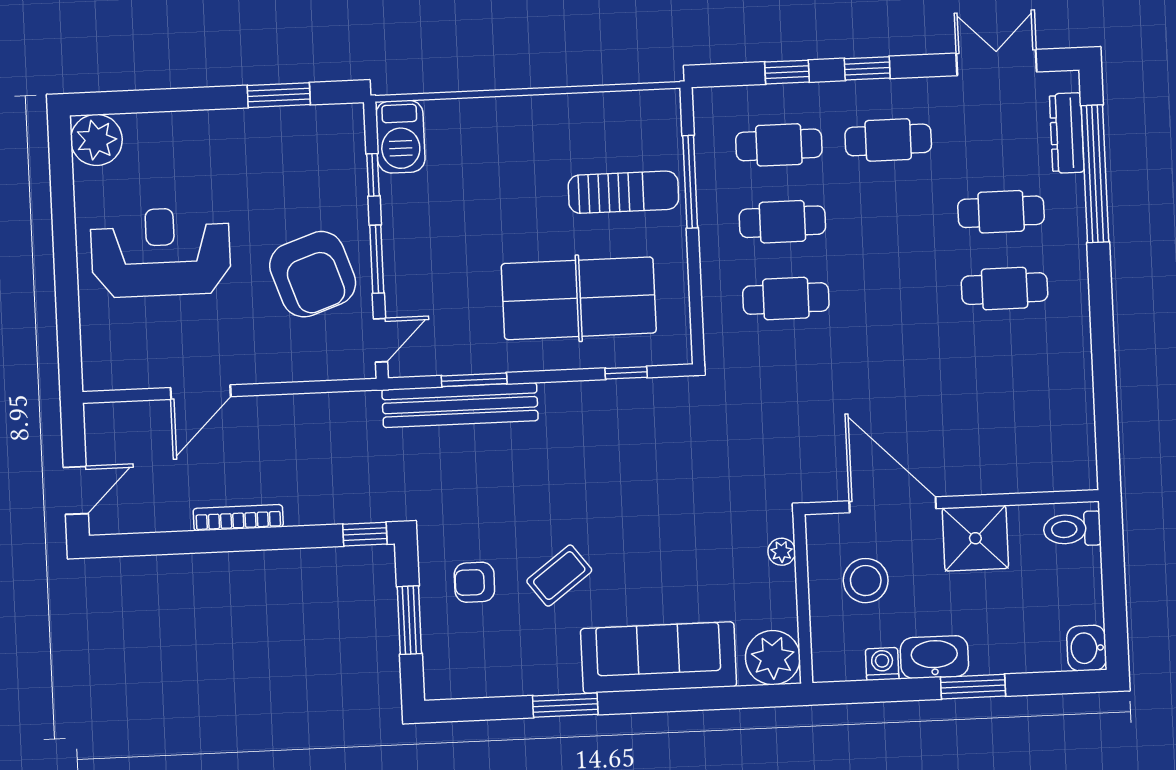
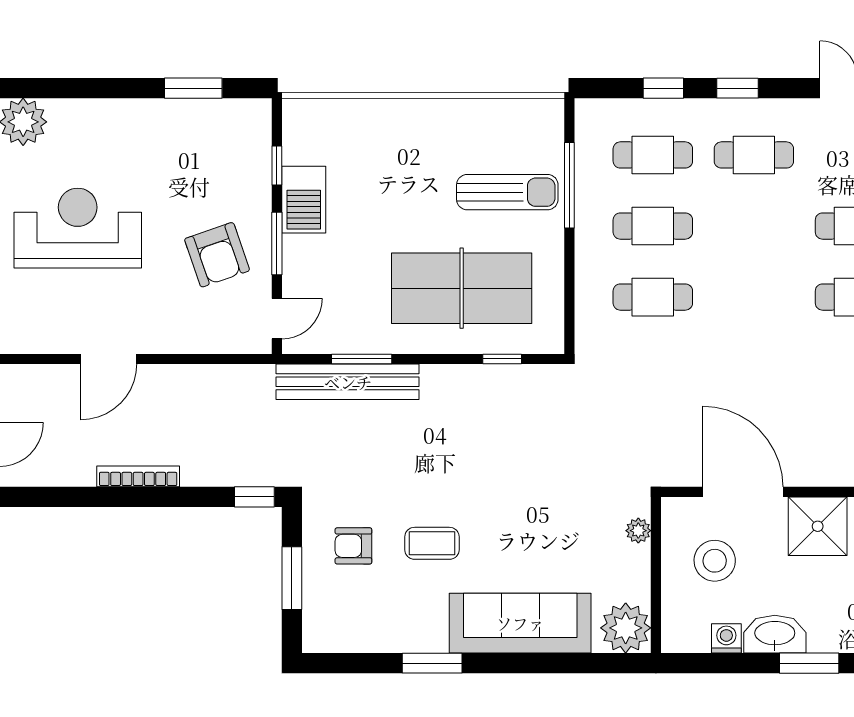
barbecue: (400, 137) -> (304, 200), moved
armchair: (313, 274) -> (217, 255), width x0.73, depth x0.73
coffee table: (559, 576) -> (432, 543), turned 37

